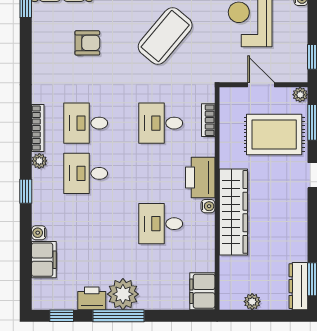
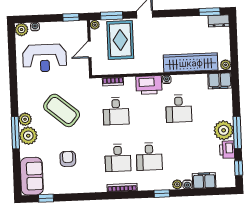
plant: (39, 161) -> (177, 184), moved
wardrobe: (233, 212) -> (191, 63), moved
dresser: (298, 286) -> (219, 21), width x0.70
plant: (252, 302) -> (226, 65), moved

